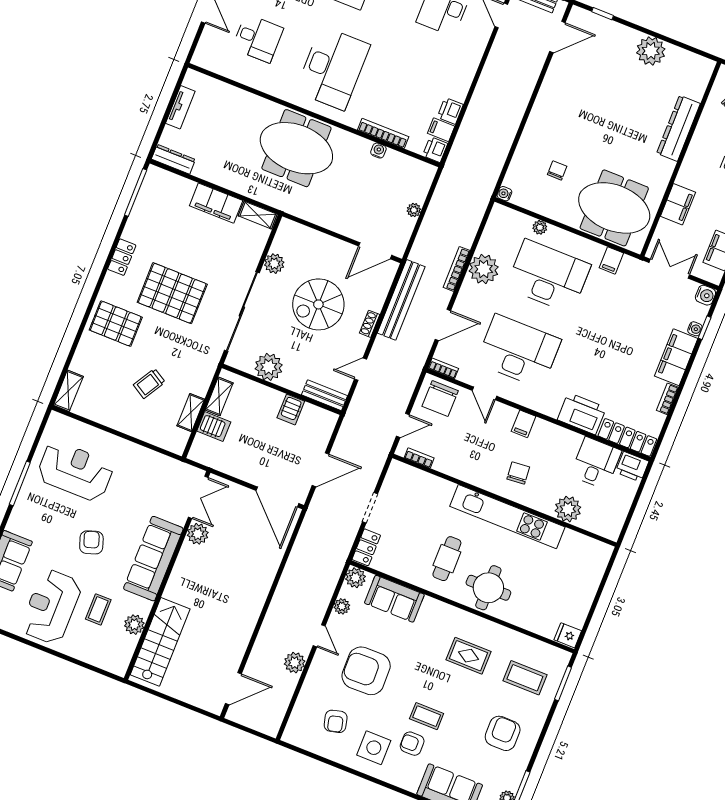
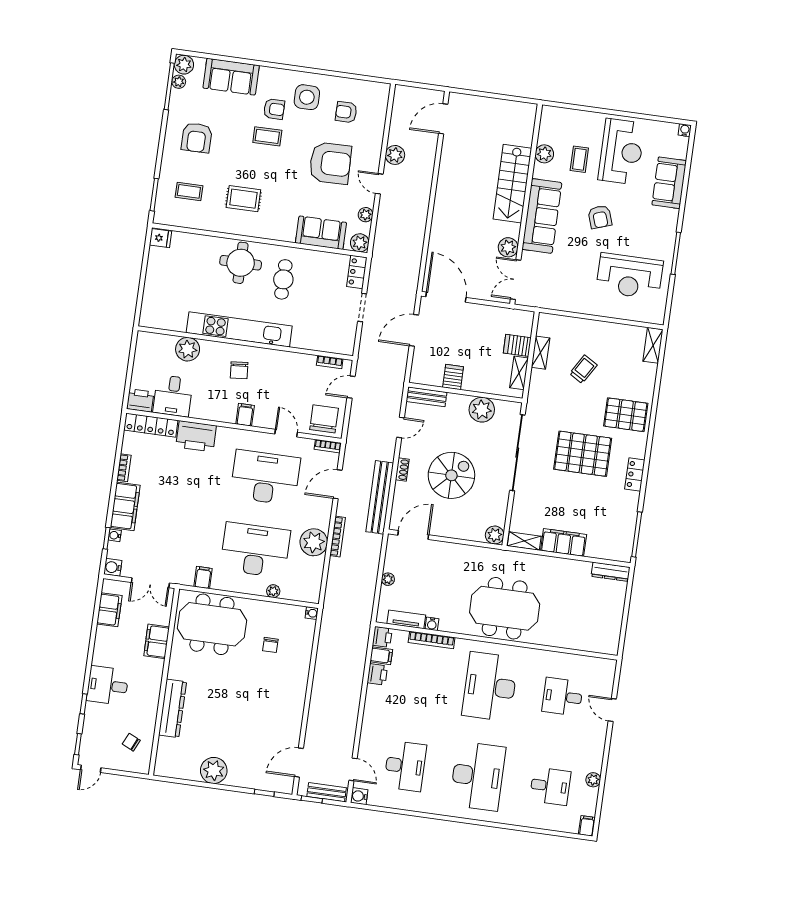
tv unit: (180, 107) -> (406, 619), moved, turned 90
plant: (274, 264) -> (495, 535), moved
desk: (548, 276) -> (255, 550), turned 180
desk: (519, 351) -> (265, 478), turned 180
stairs: (160, 642) -> (512, 184), moved
coffee table: (525, 678) -> (189, 191), width x0.73, depth x0.77
armchair: (336, 721) -> (346, 112), turned -76

